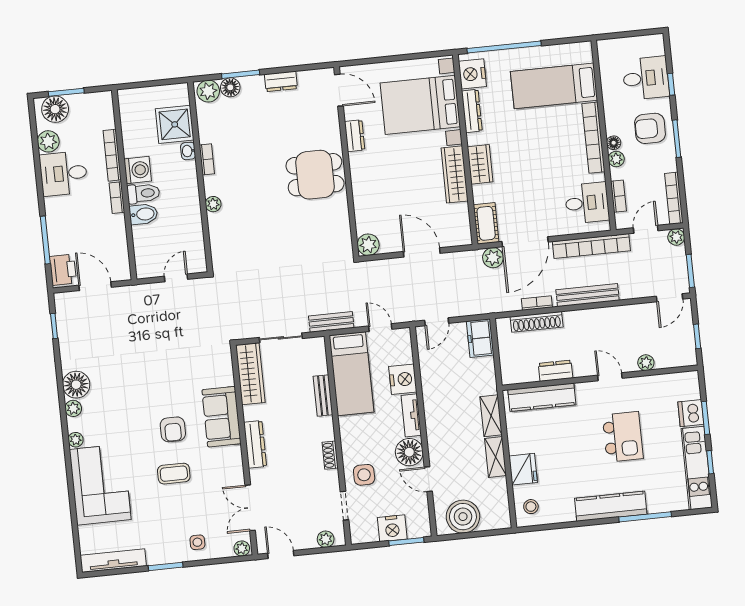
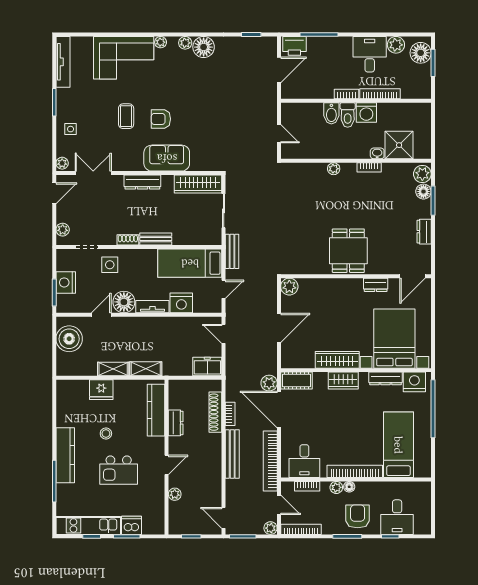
bench: (323, 396) -> (156, 239), moved
stool: (531, 507) -> (106, 434), moved

